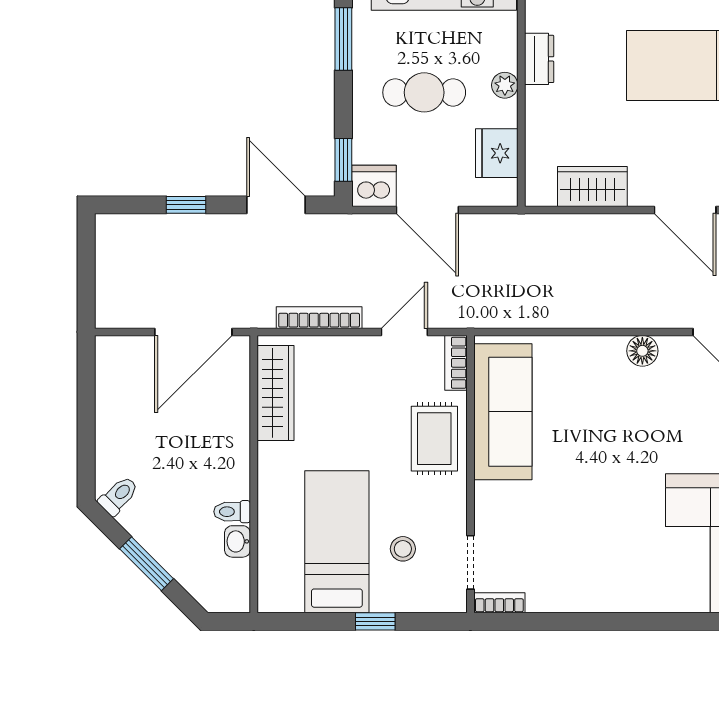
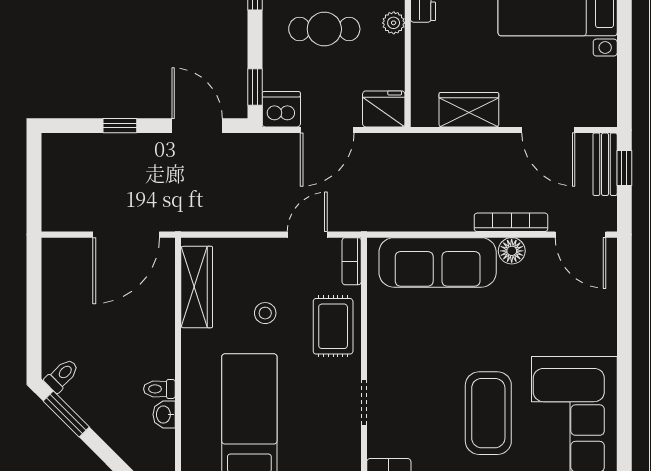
fridge: (497, 153) -> (384, 109), moved, turned 90
door: (427, 210) -> (327, 130), hinge flipped
bookcase: (319, 318) -> (511, 222), moved
sofa: (503, 412) -> (438, 262), moved, turned 90
coffee table: (615, 540) -> (488, 413), added
stool: (403, 549) -> (265, 313), moved
doorway: (470, 562) -> (364, 402), moved
window: (146, 564) -> (66, 414), moved

